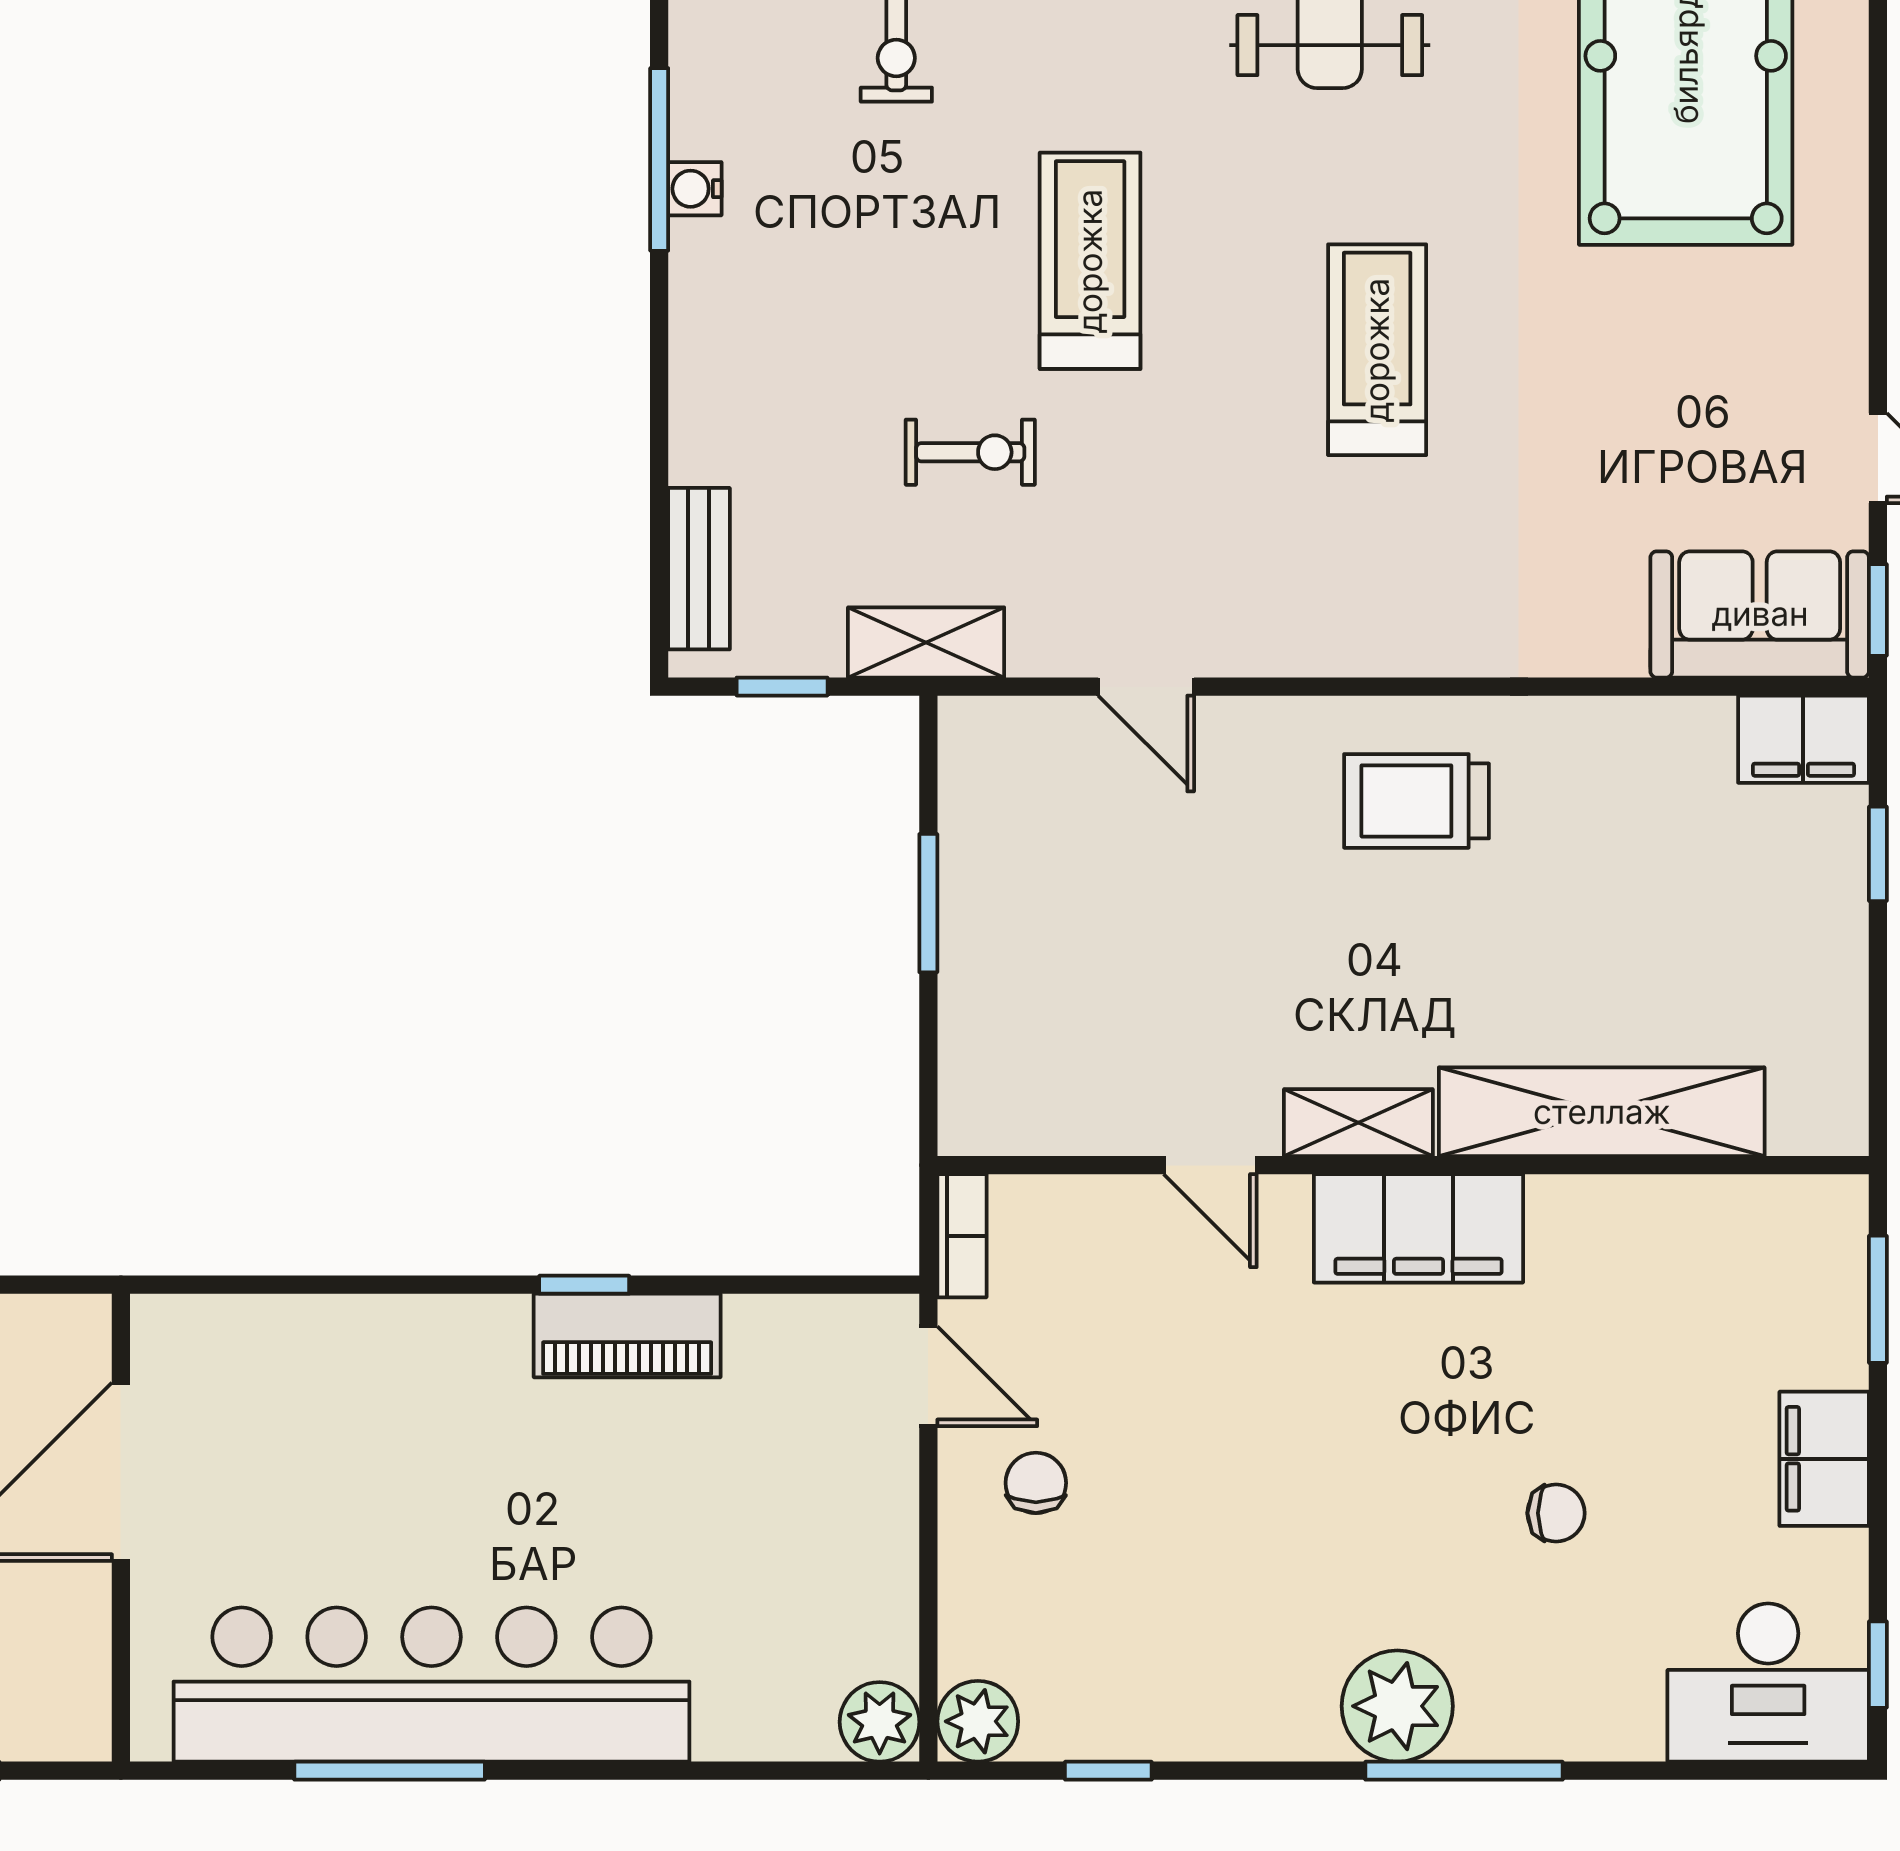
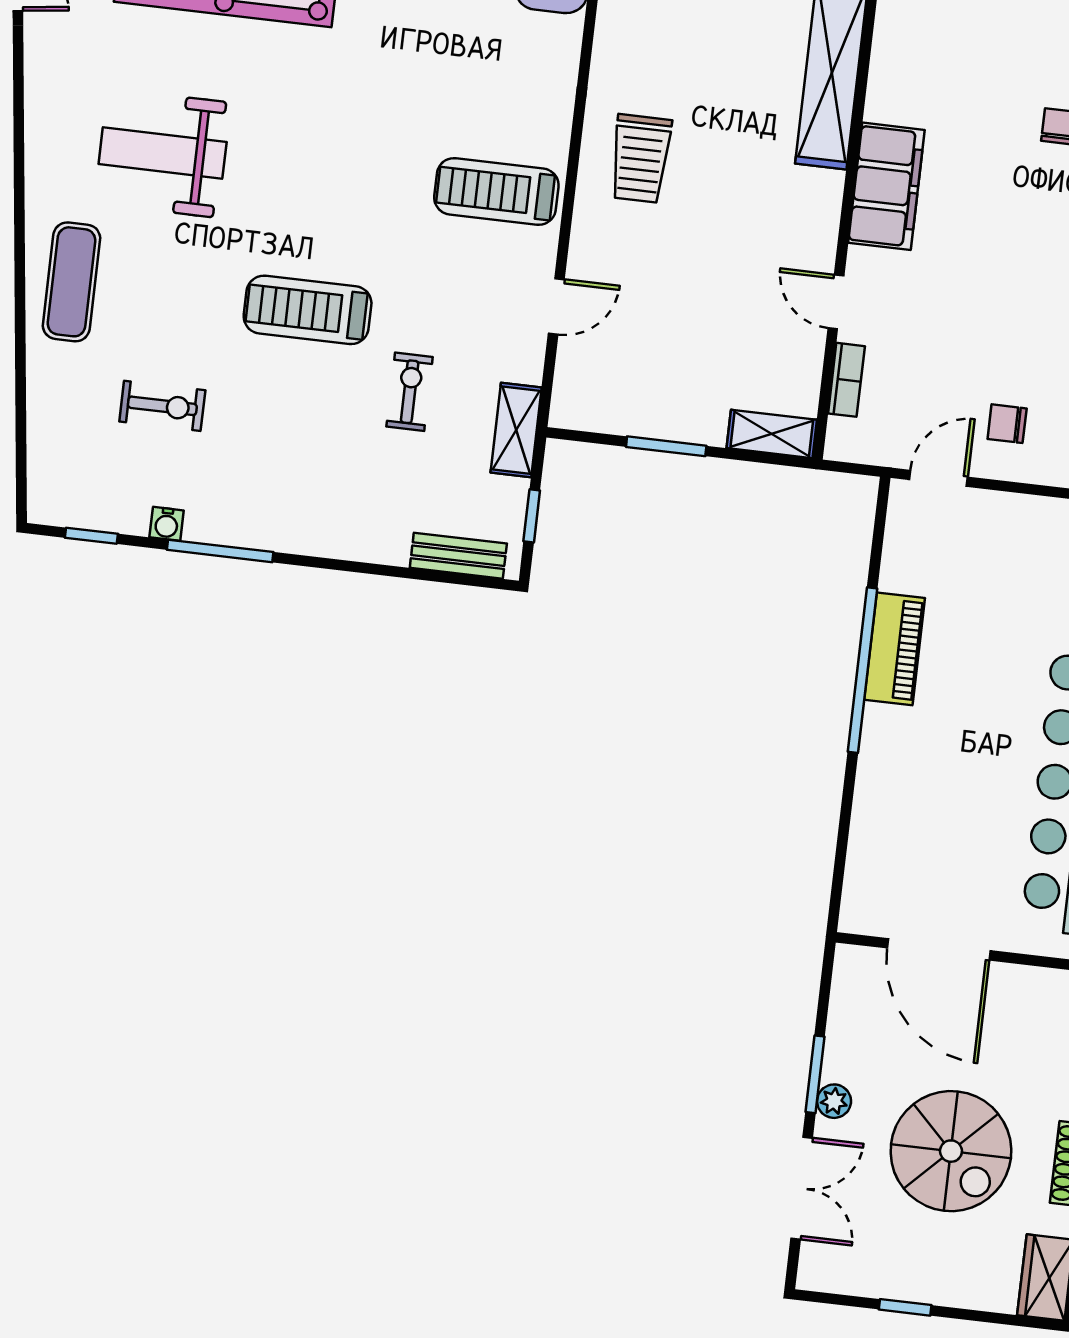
water cooler: (695, 189) -> (167, 524), moved
treadmill: (1377, 350) -> (496, 191), moved
shelving: (1358, 1123) -> (772, 434), moved, turned 90
door: (1210, 1165) -> (836, 302), swing flipped
bookcase: (962, 1236) -> (846, 380), moved, turned 90
window: (584, 1285) -> (862, 670), width x3.17

